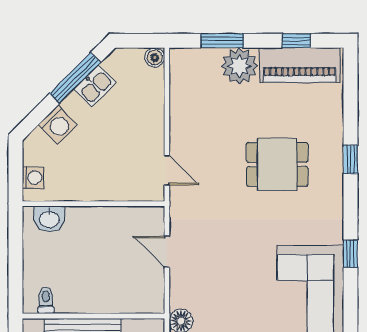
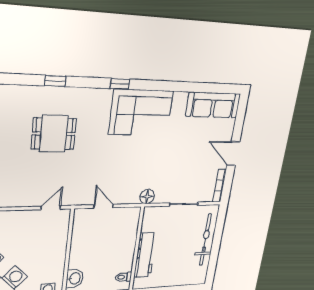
dining table: (277, 164) -> (54, 134), turned 90
door: (167, 252) -> (103, 206), swing flipped

